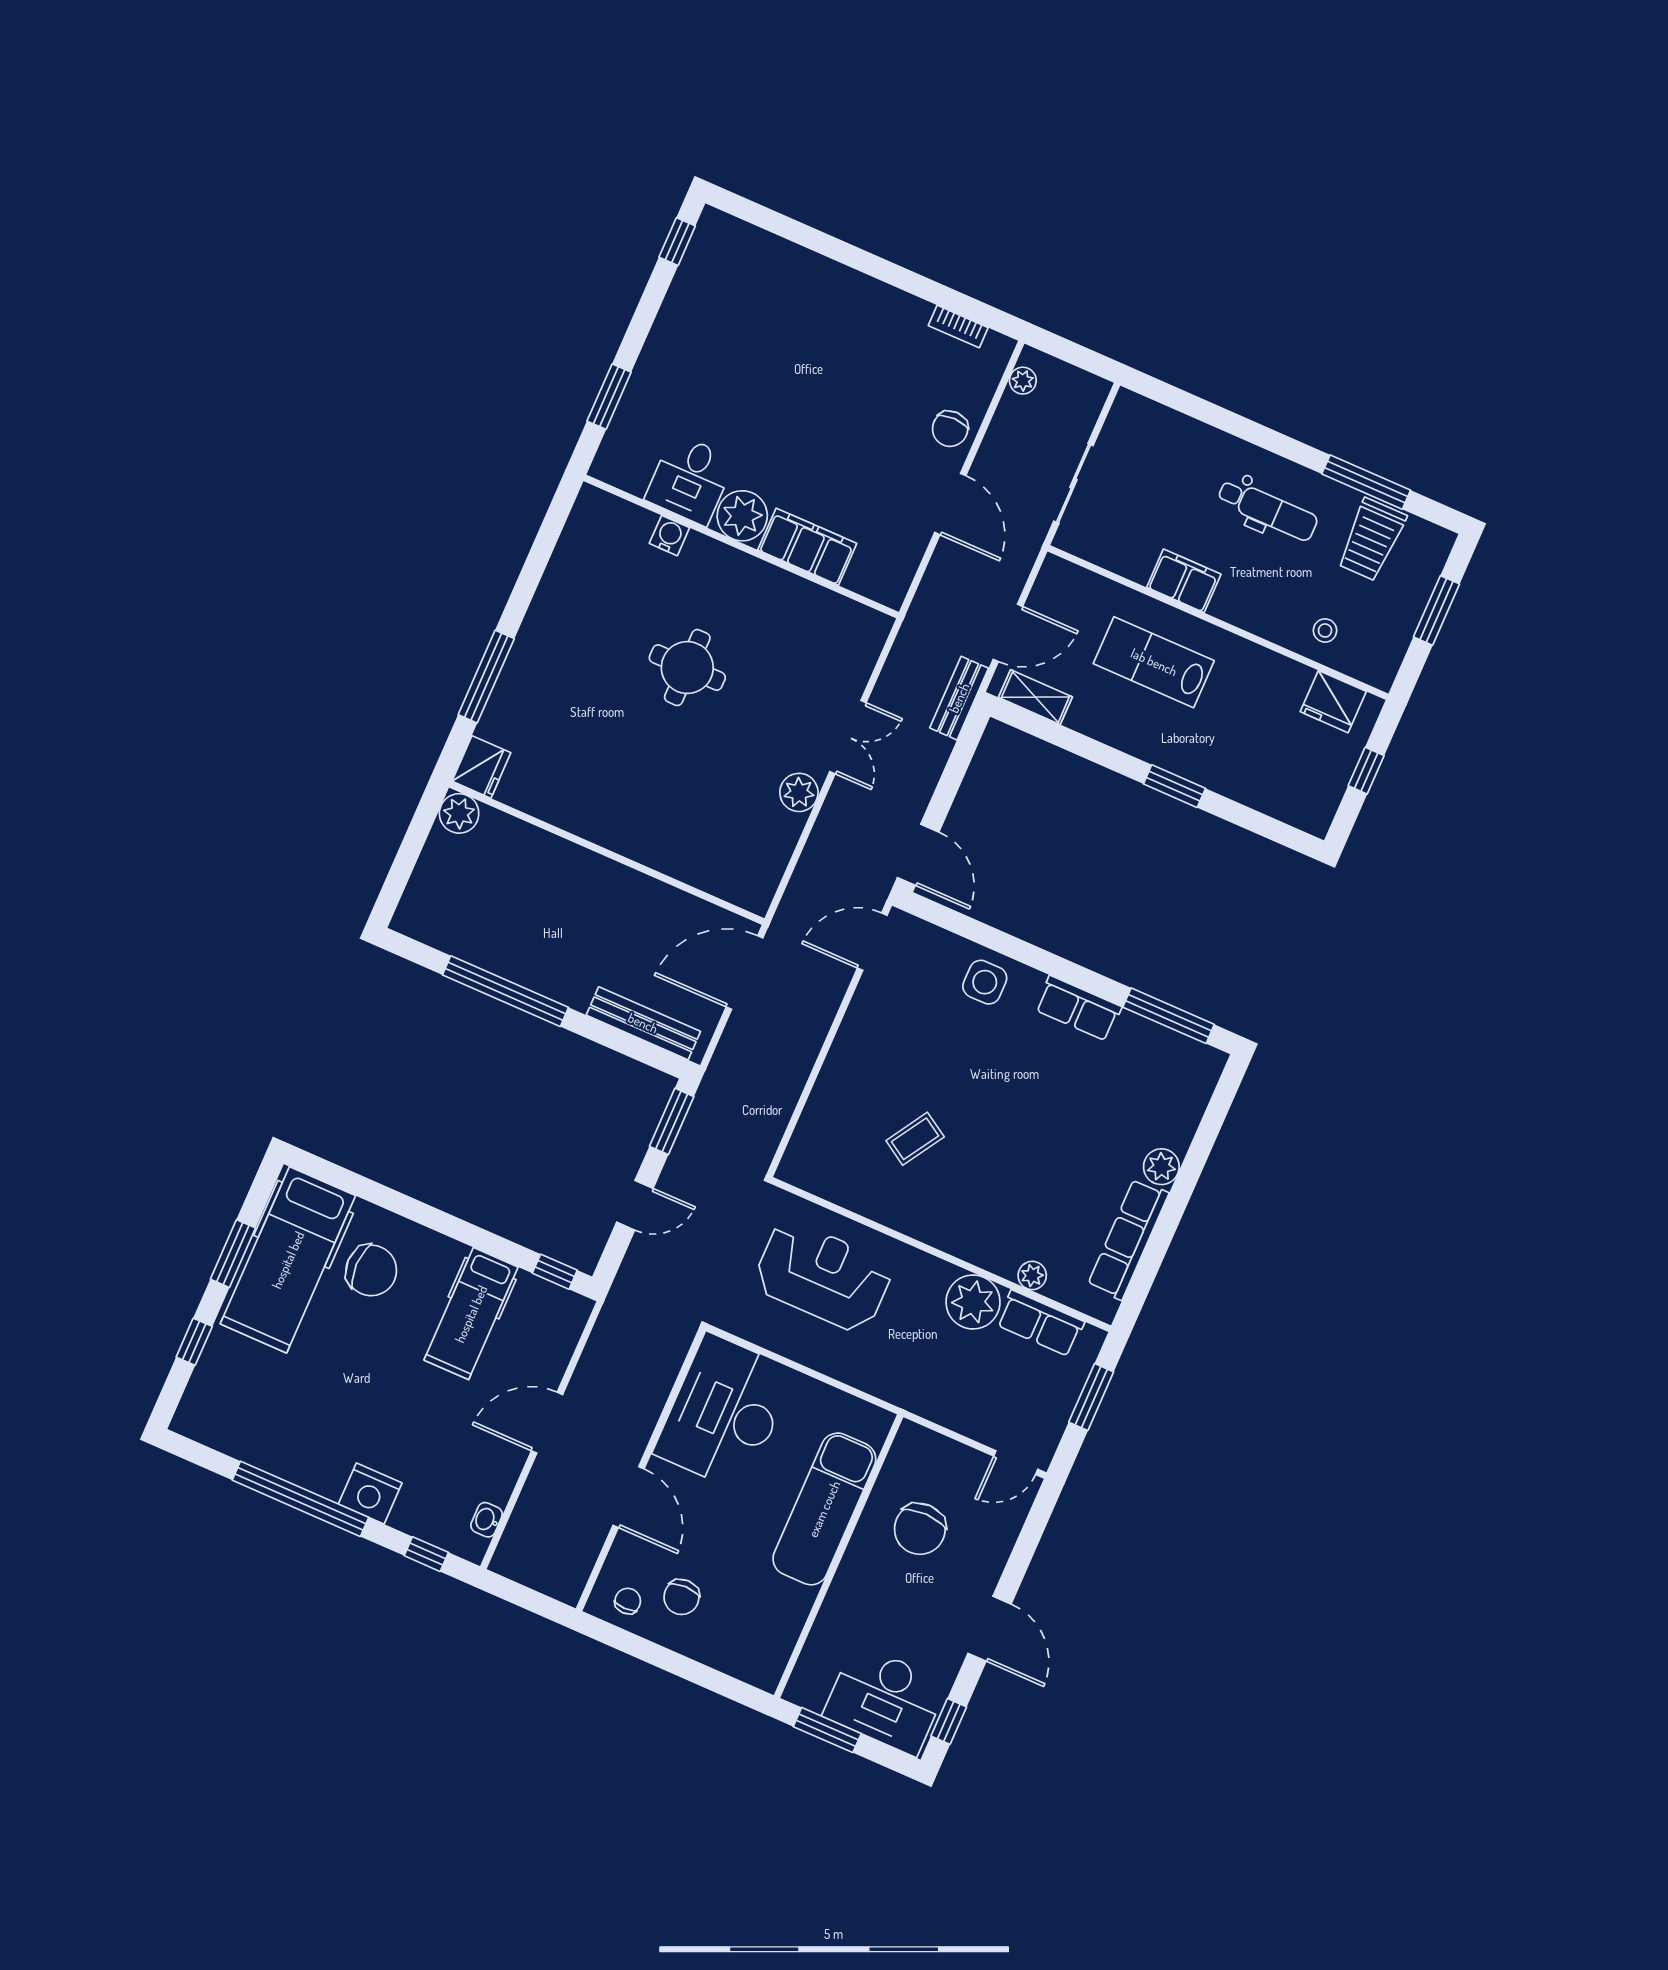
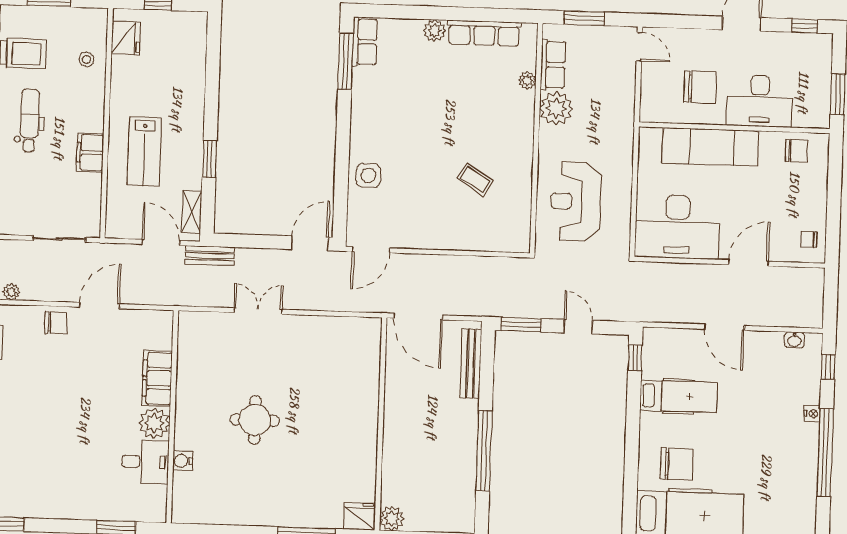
window: (1174, 786) -> (210, 159), moved
plant: (799, 792) -> (301, 327), removed
door: (872, 942) -> (371, 250), hinge flipped
row of seats: (1078, 1008) -> (365, 42), moved
chair: (371, 1270) -> (677, 464), turned 90
nightstand: (370, 1493) -> (812, 414), width x0.53, depth x0.56
chair: (682, 1597) -> (796, 151), moved
desk: (885, 1699) -> (760, 101), moved, turned 90

